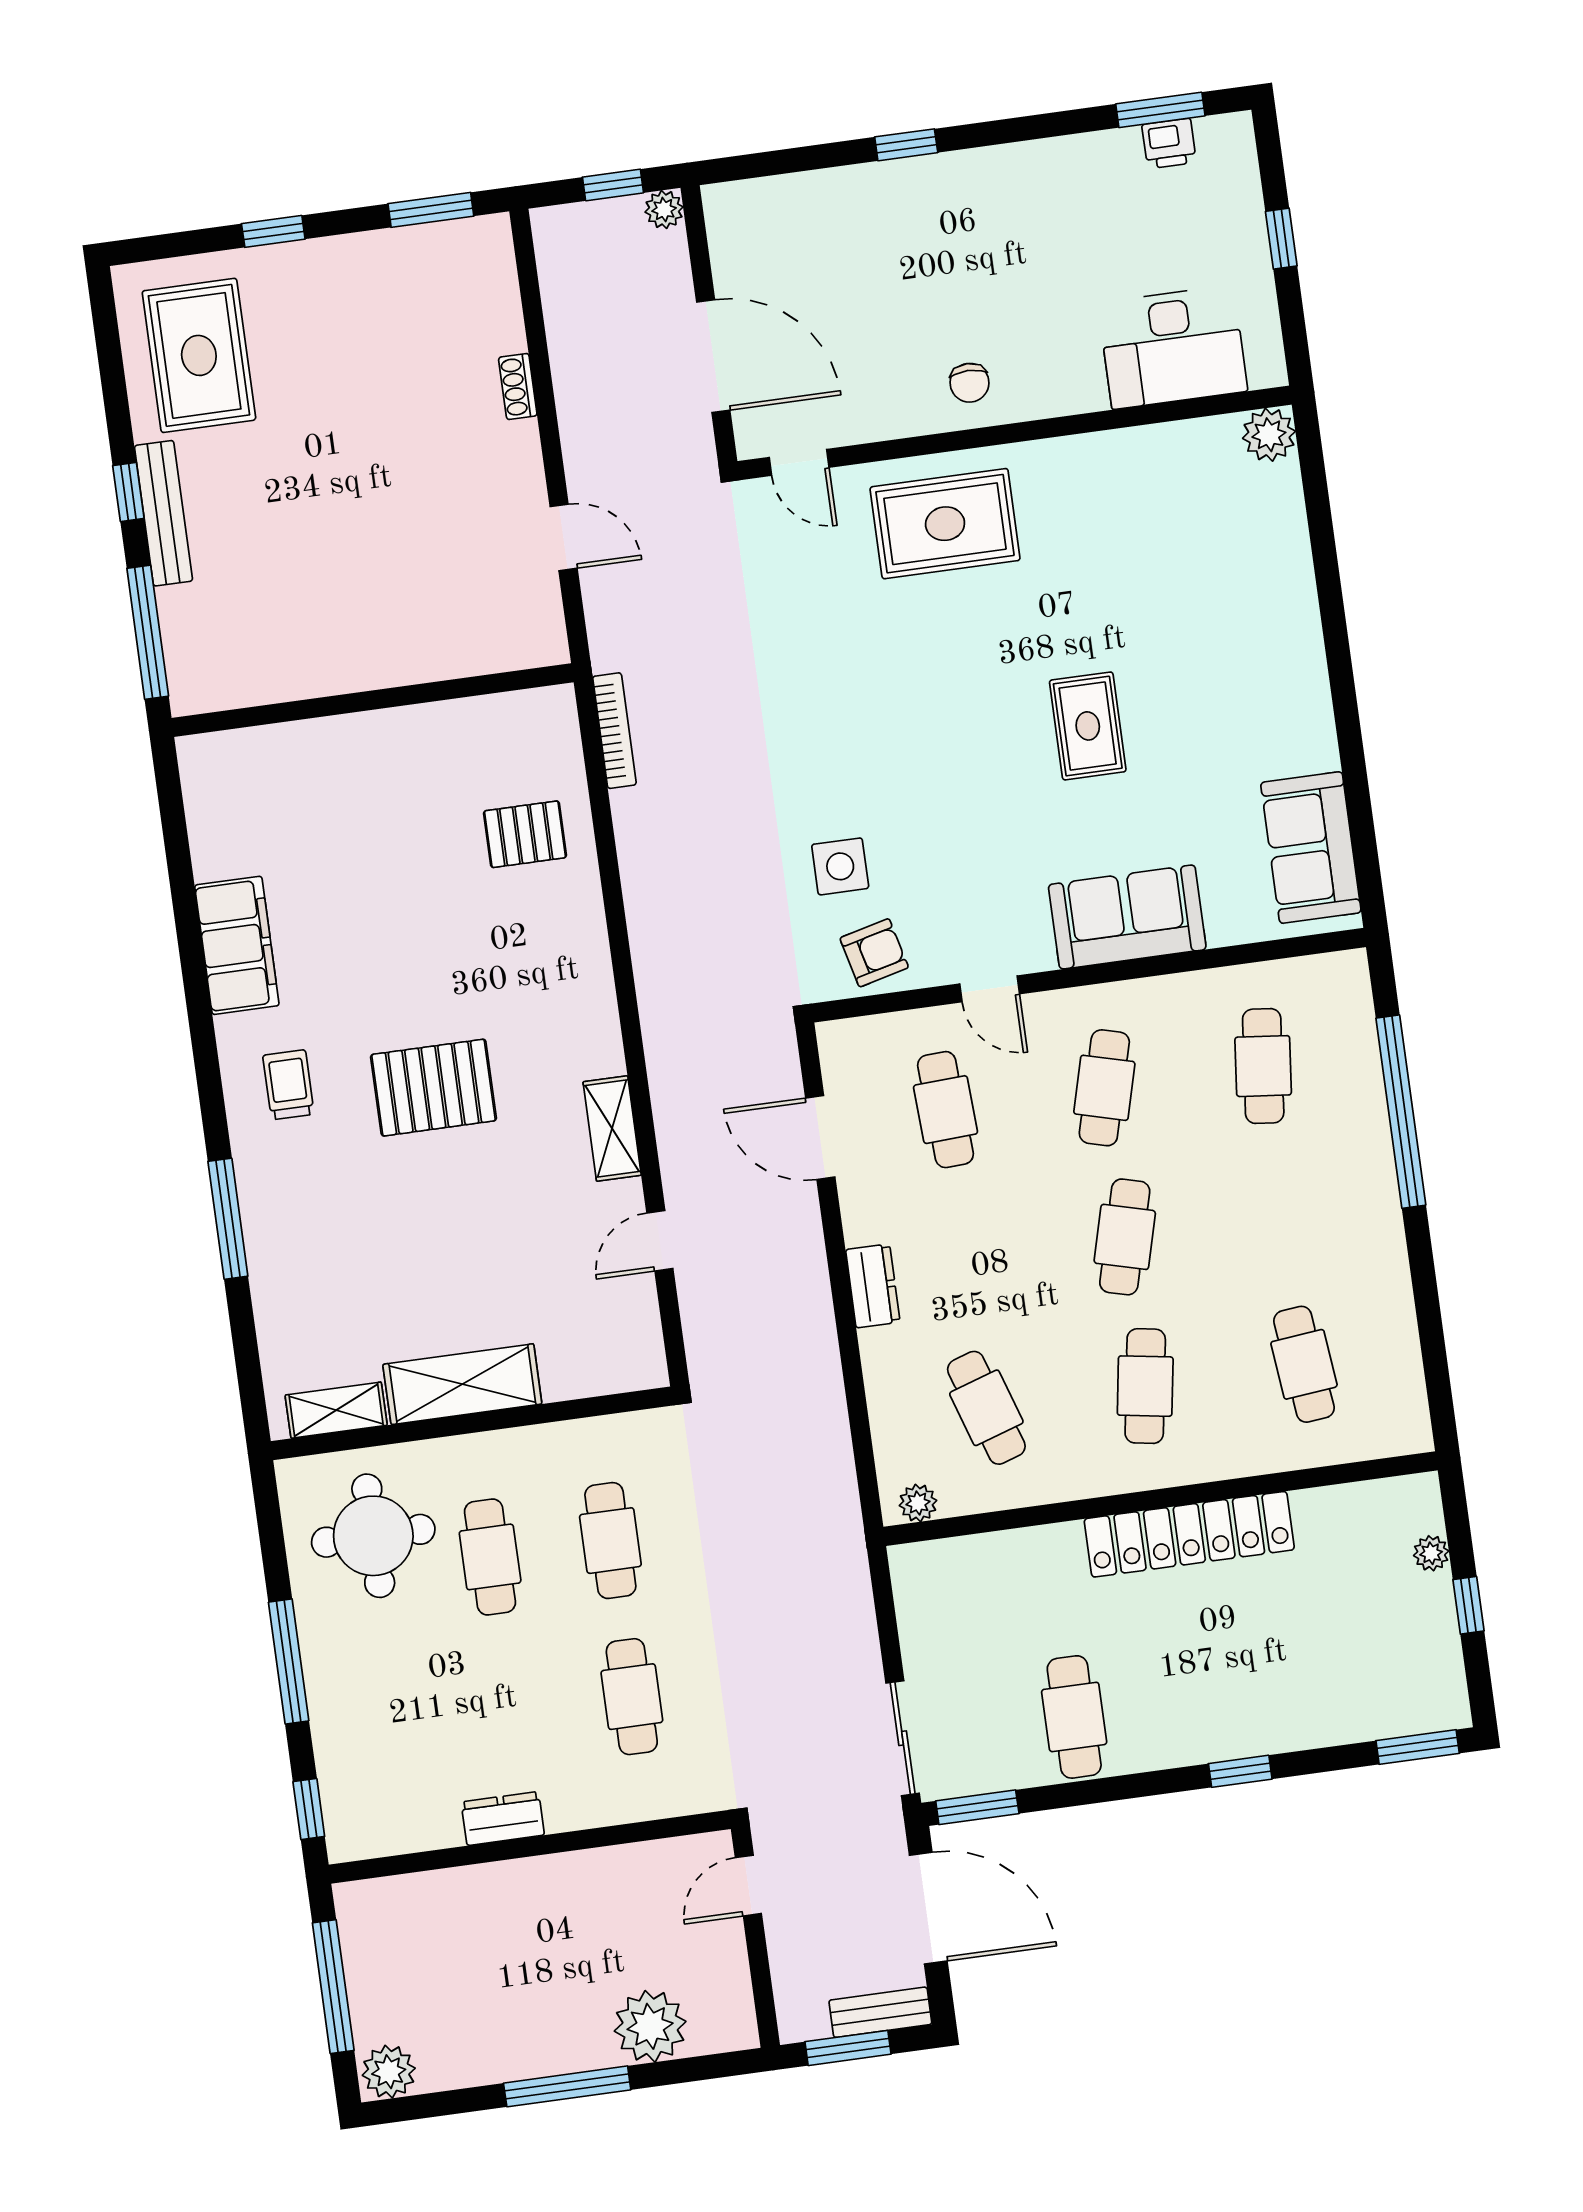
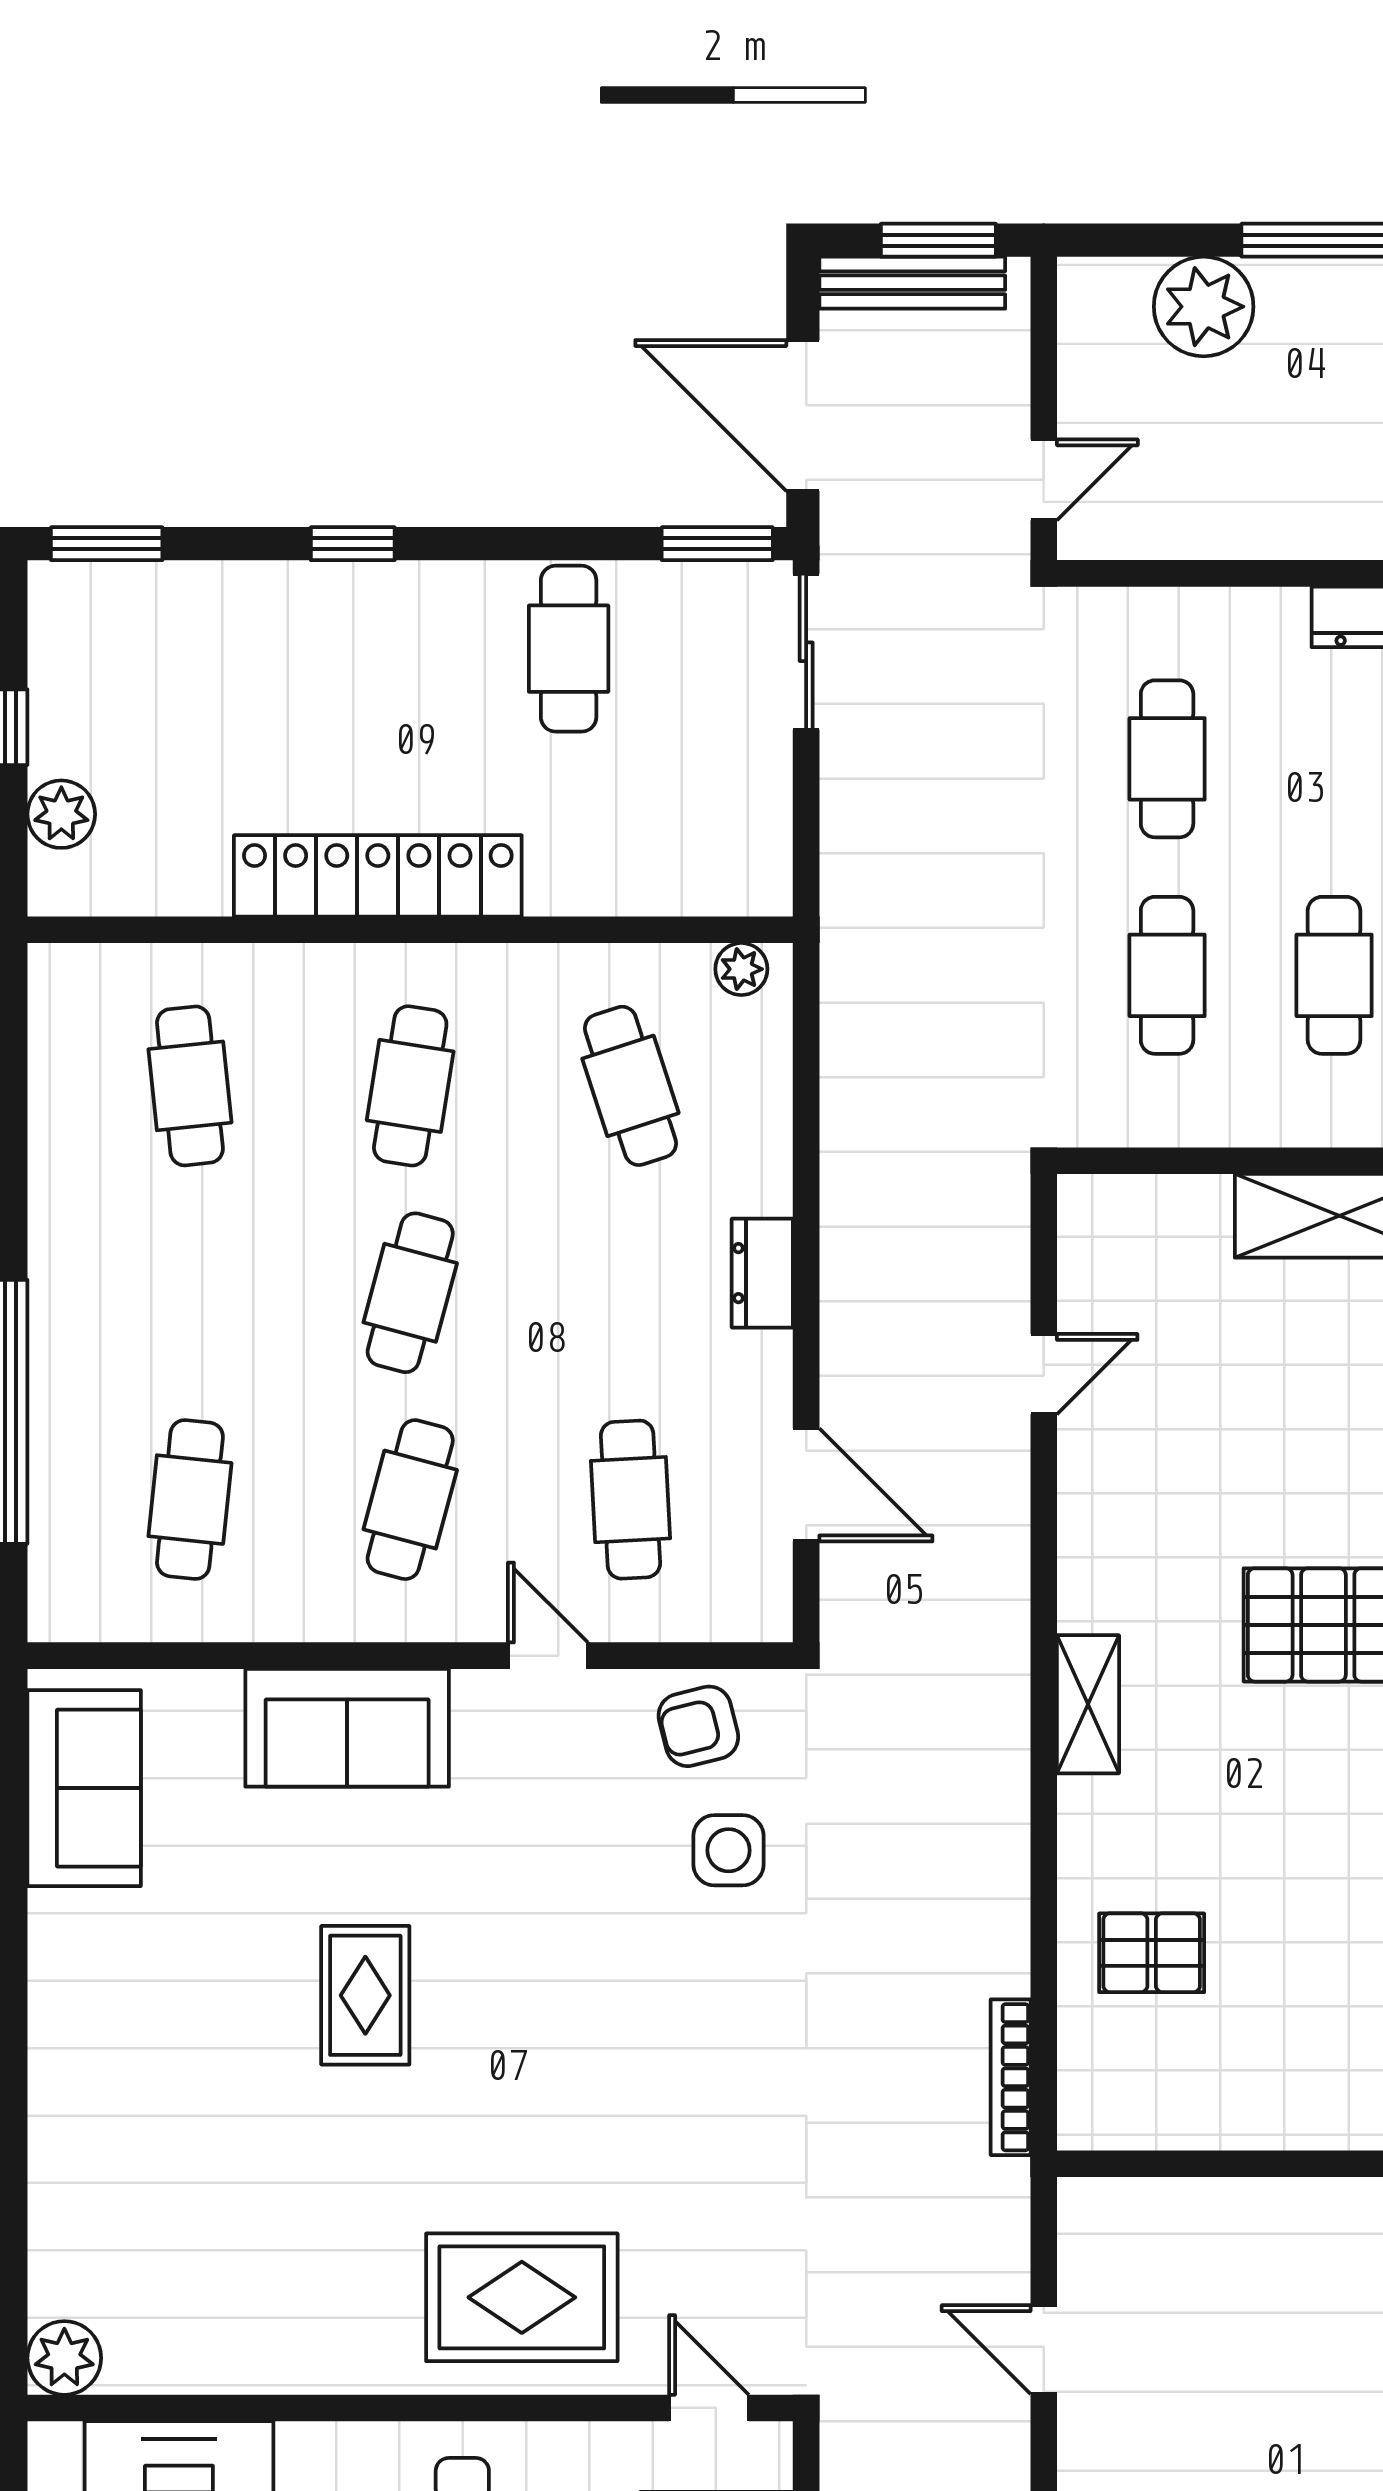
shelving: (612, 1128) -> (1088, 1704), moved
plant: (1431, 1553) -> (61, 814), width x1.38, depth x1.38
bench: (880, 2012) -> (912, 283), width x1.36

